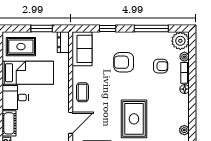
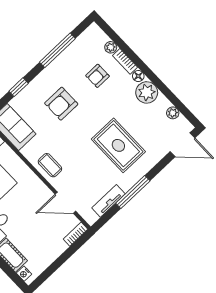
plant: (180, 41) -> (147, 92), moved
armchair: (161, 66) -> (97, 76), turned 180
door: (71, 123) -> (65, 203), swing flipped

